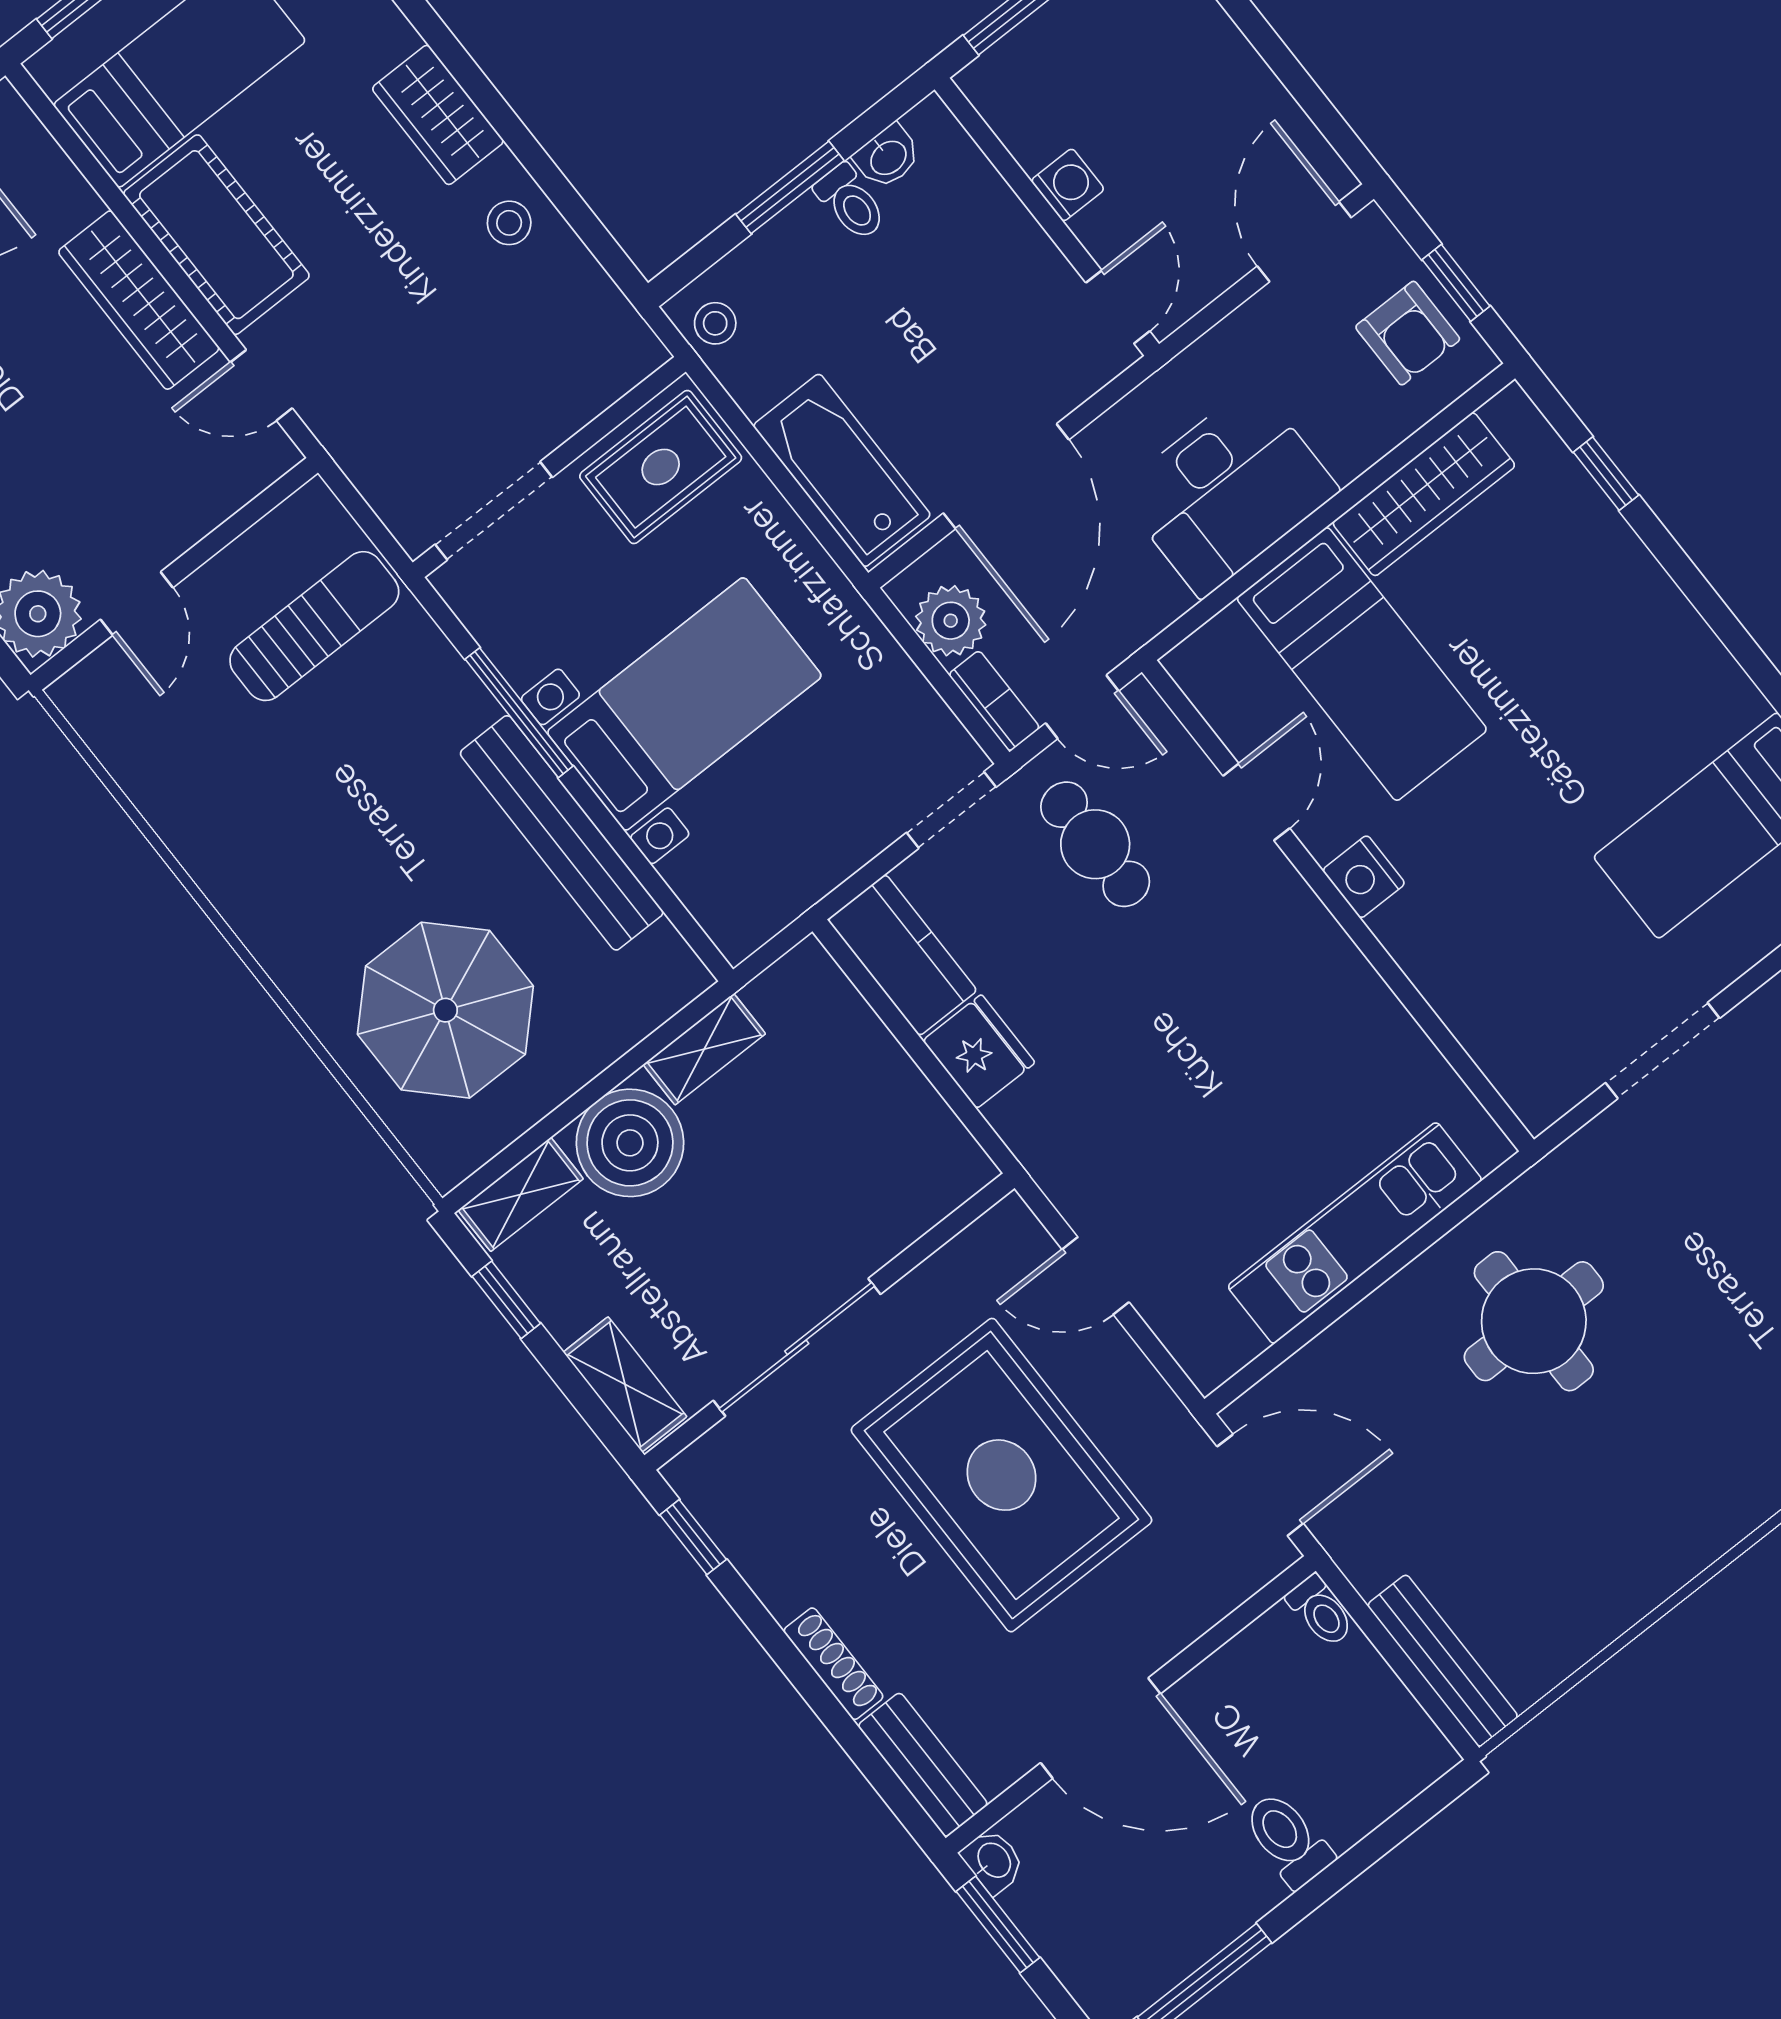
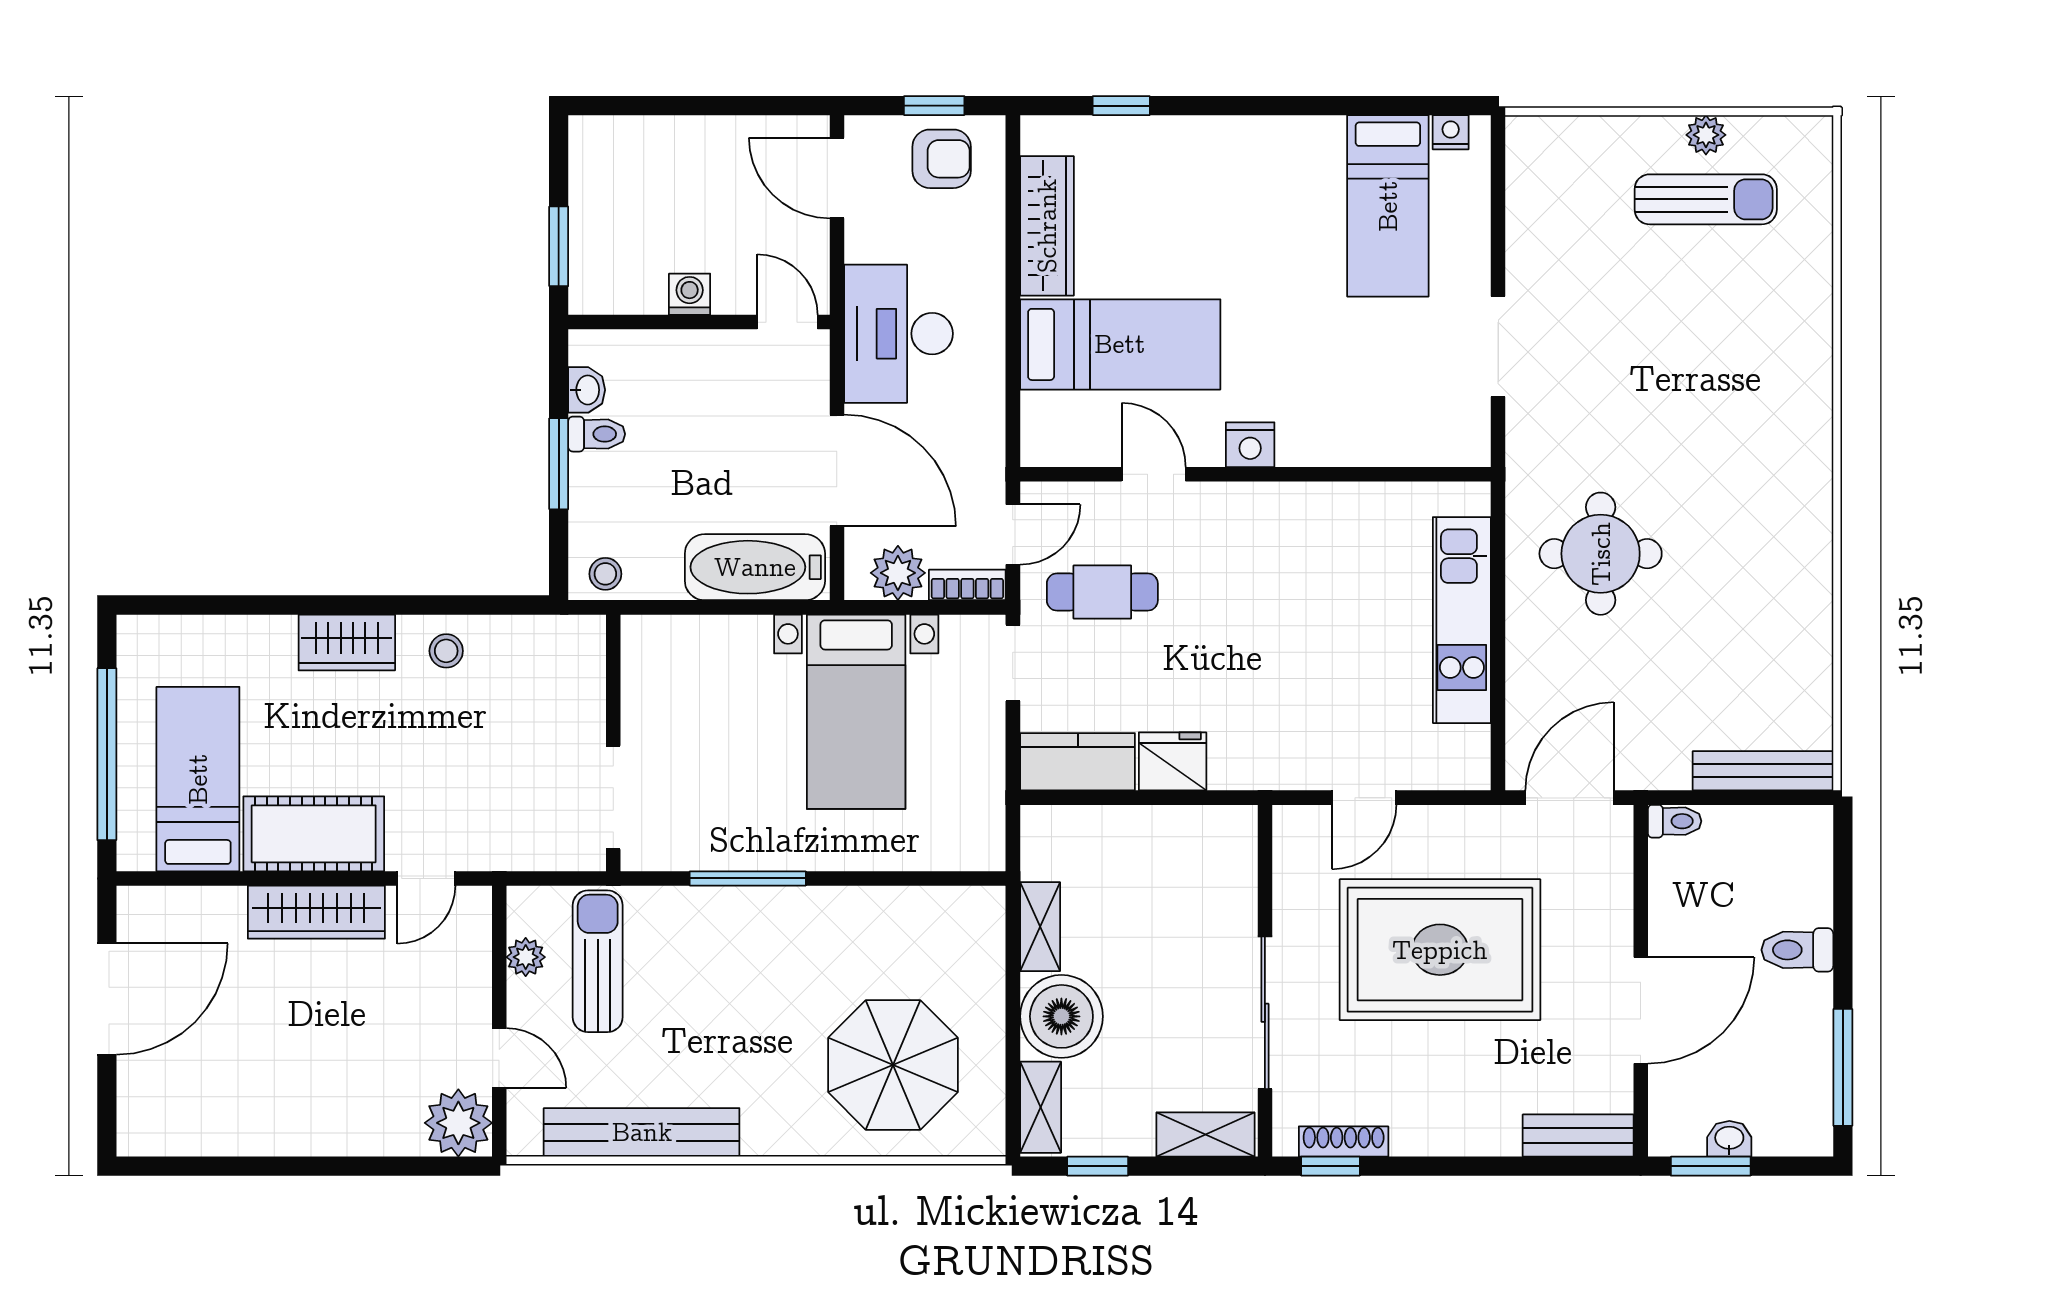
rug: (661, 467) -> (666, 675), removed
desk: (1228, 491) -> (898, 334), moved, turned 180
plant: (261, 549) -> (526, 957), added
bed with nightstands: (684, 704) -> (856, 712), moved, turned 180
bench: (562, 833) -> (642, 1132), moved
shoe rack: (833, 1664) -> (1344, 1142), moved
washbasin: (993, 1861) -> (1729, 1139), moved

